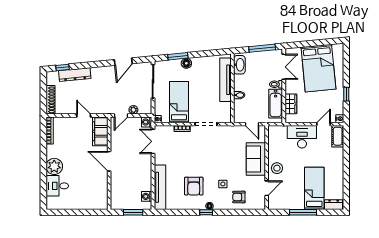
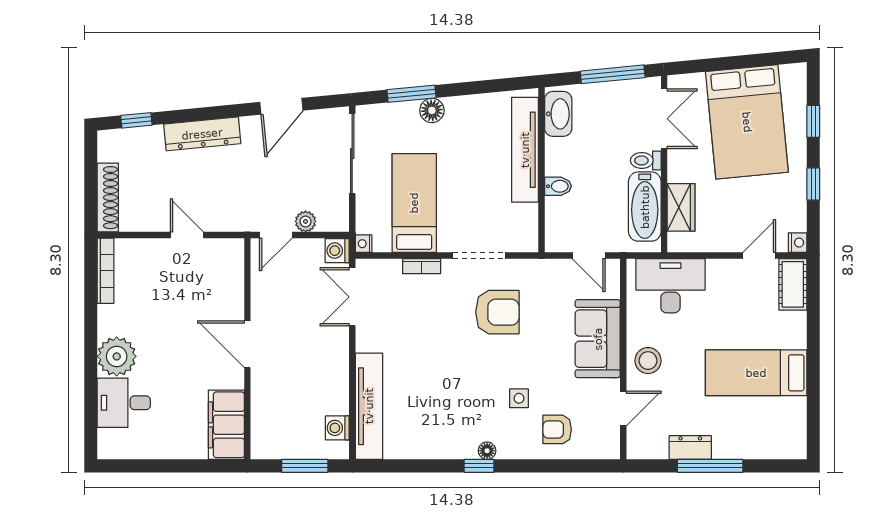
window: (346, 68) -> (813, 121), added
dresser: (75, 75) -> (202, 134), moved
filing cabinet: (100, 131) -> (226, 425), moved
desk: (302, 137) -> (670, 286), moved
armchair: (194, 186) -> (497, 312), moved, turned -90
bed: (314, 188) -> (756, 373), moved, turned -90
dresser: (334, 205) -> (690, 448), moved

